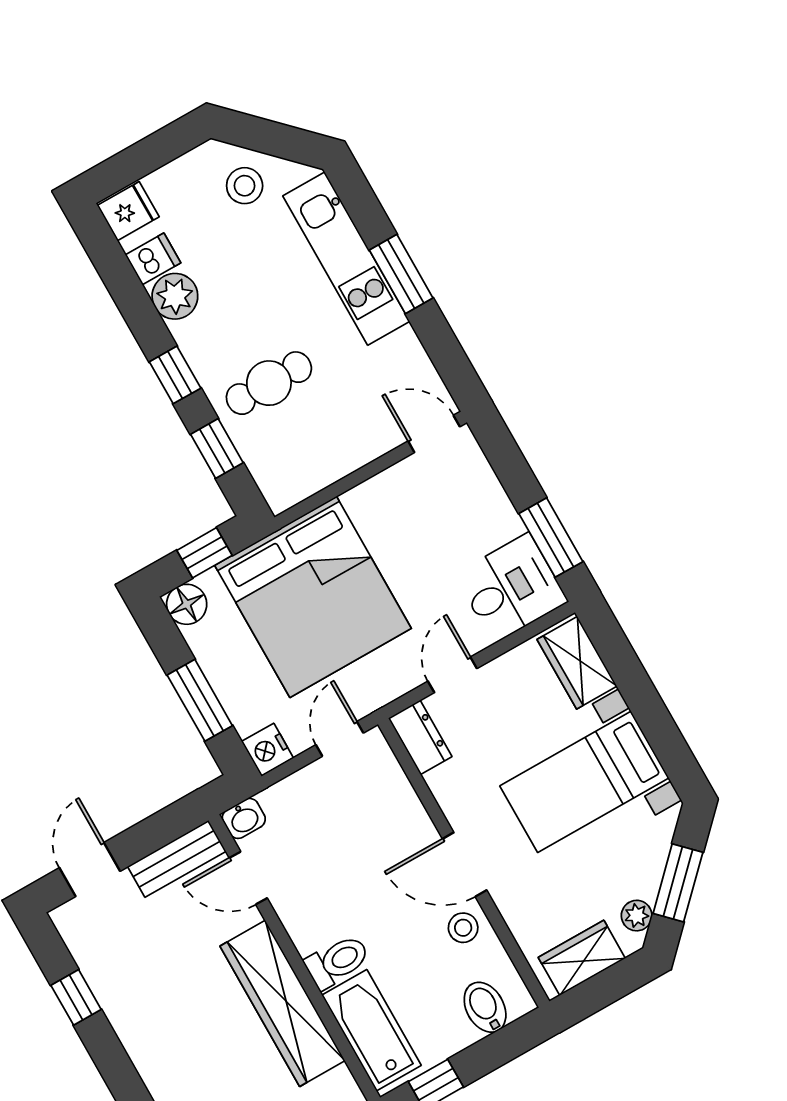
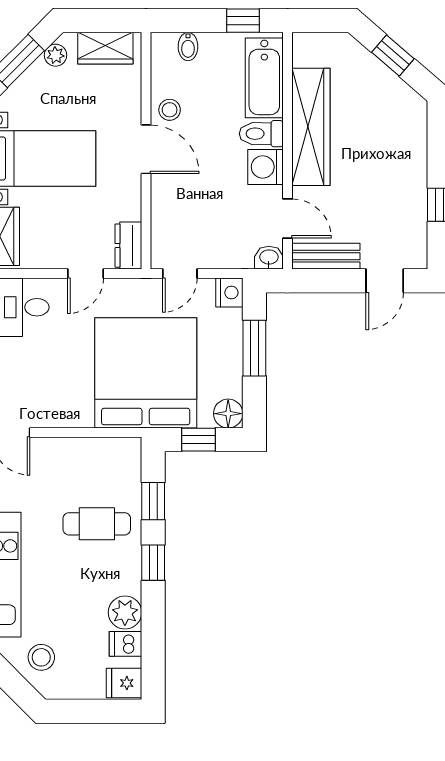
washing machine: (310, 925) -> (266, 167), added
bidet: (485, 1007) -> (188, 47), width x0.72, depth x0.74

